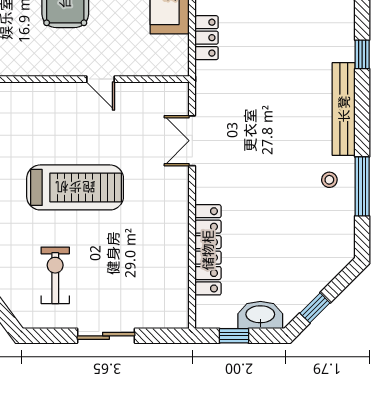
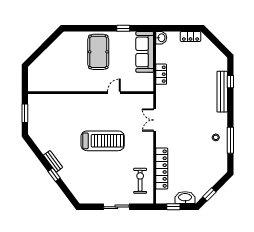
door: (100, 79) -> (114, 93), swing flipped
bench: (344, 109) -> (222, 92), moved
exercise bike: (55, 275) -> (140, 181), moved

